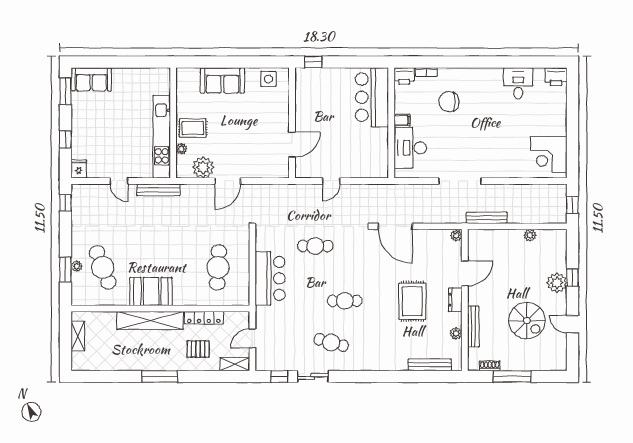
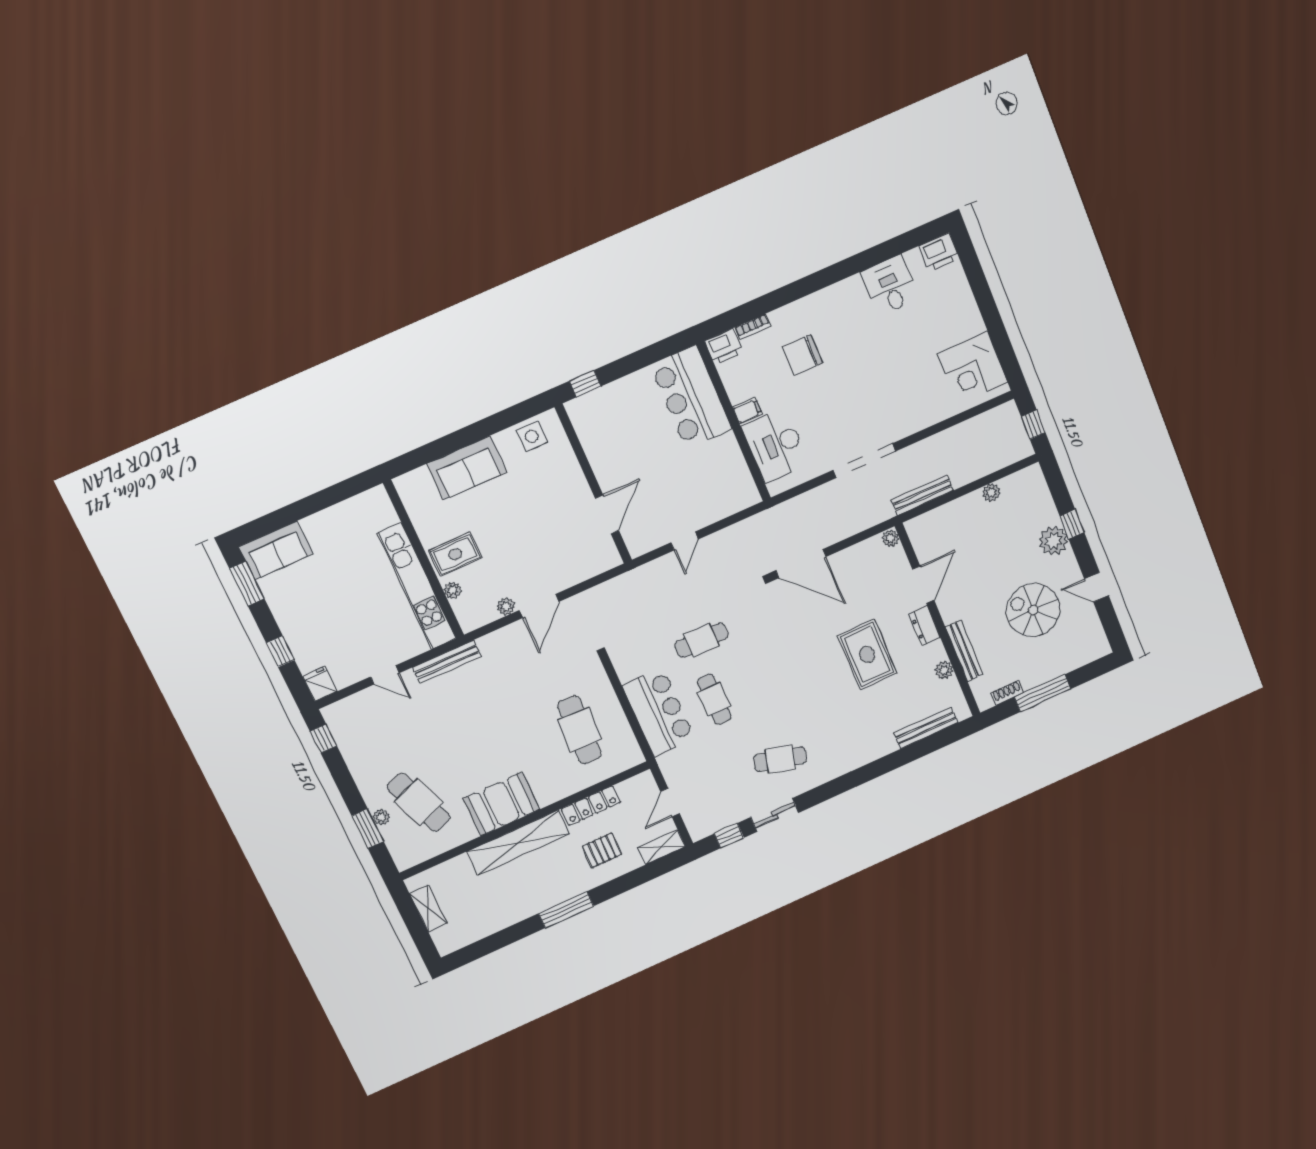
plant: (203, 167) -> (506, 606), width x0.53, depth x0.53
cafe table: (345, 301) -> (714, 699), moved, turned 90
spiral stairs: (527, 321) -> (1033, 610), turned 180

